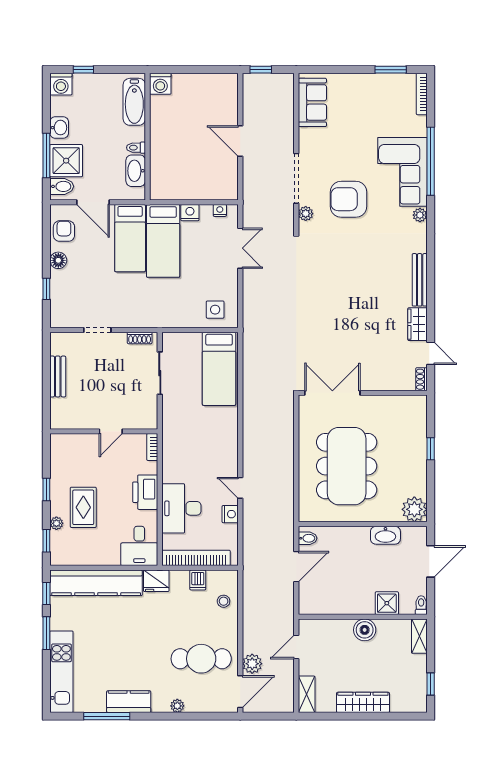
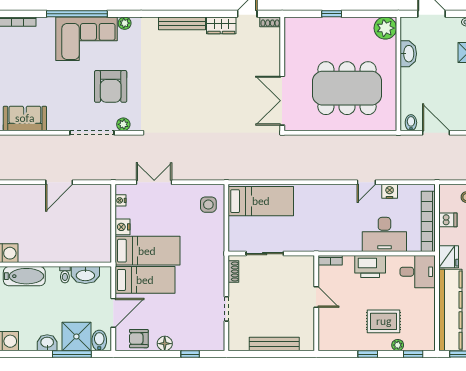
bench: (58, 376) -> (274, 344), width x1.36

